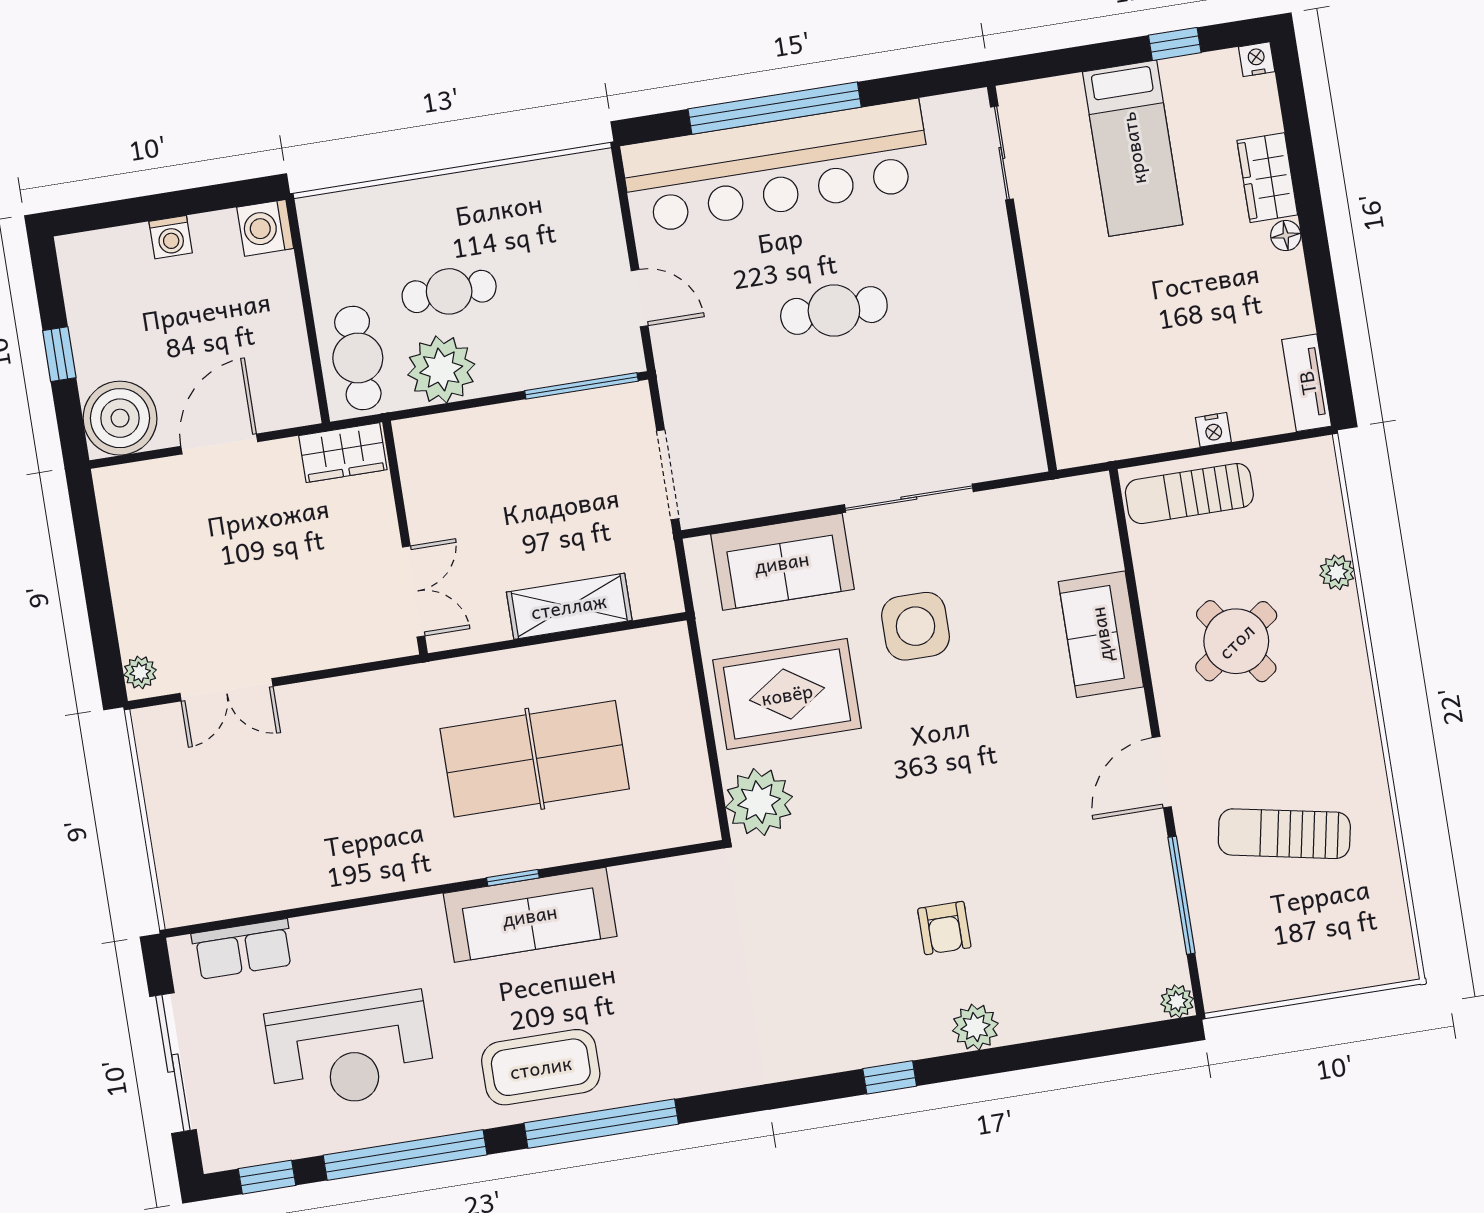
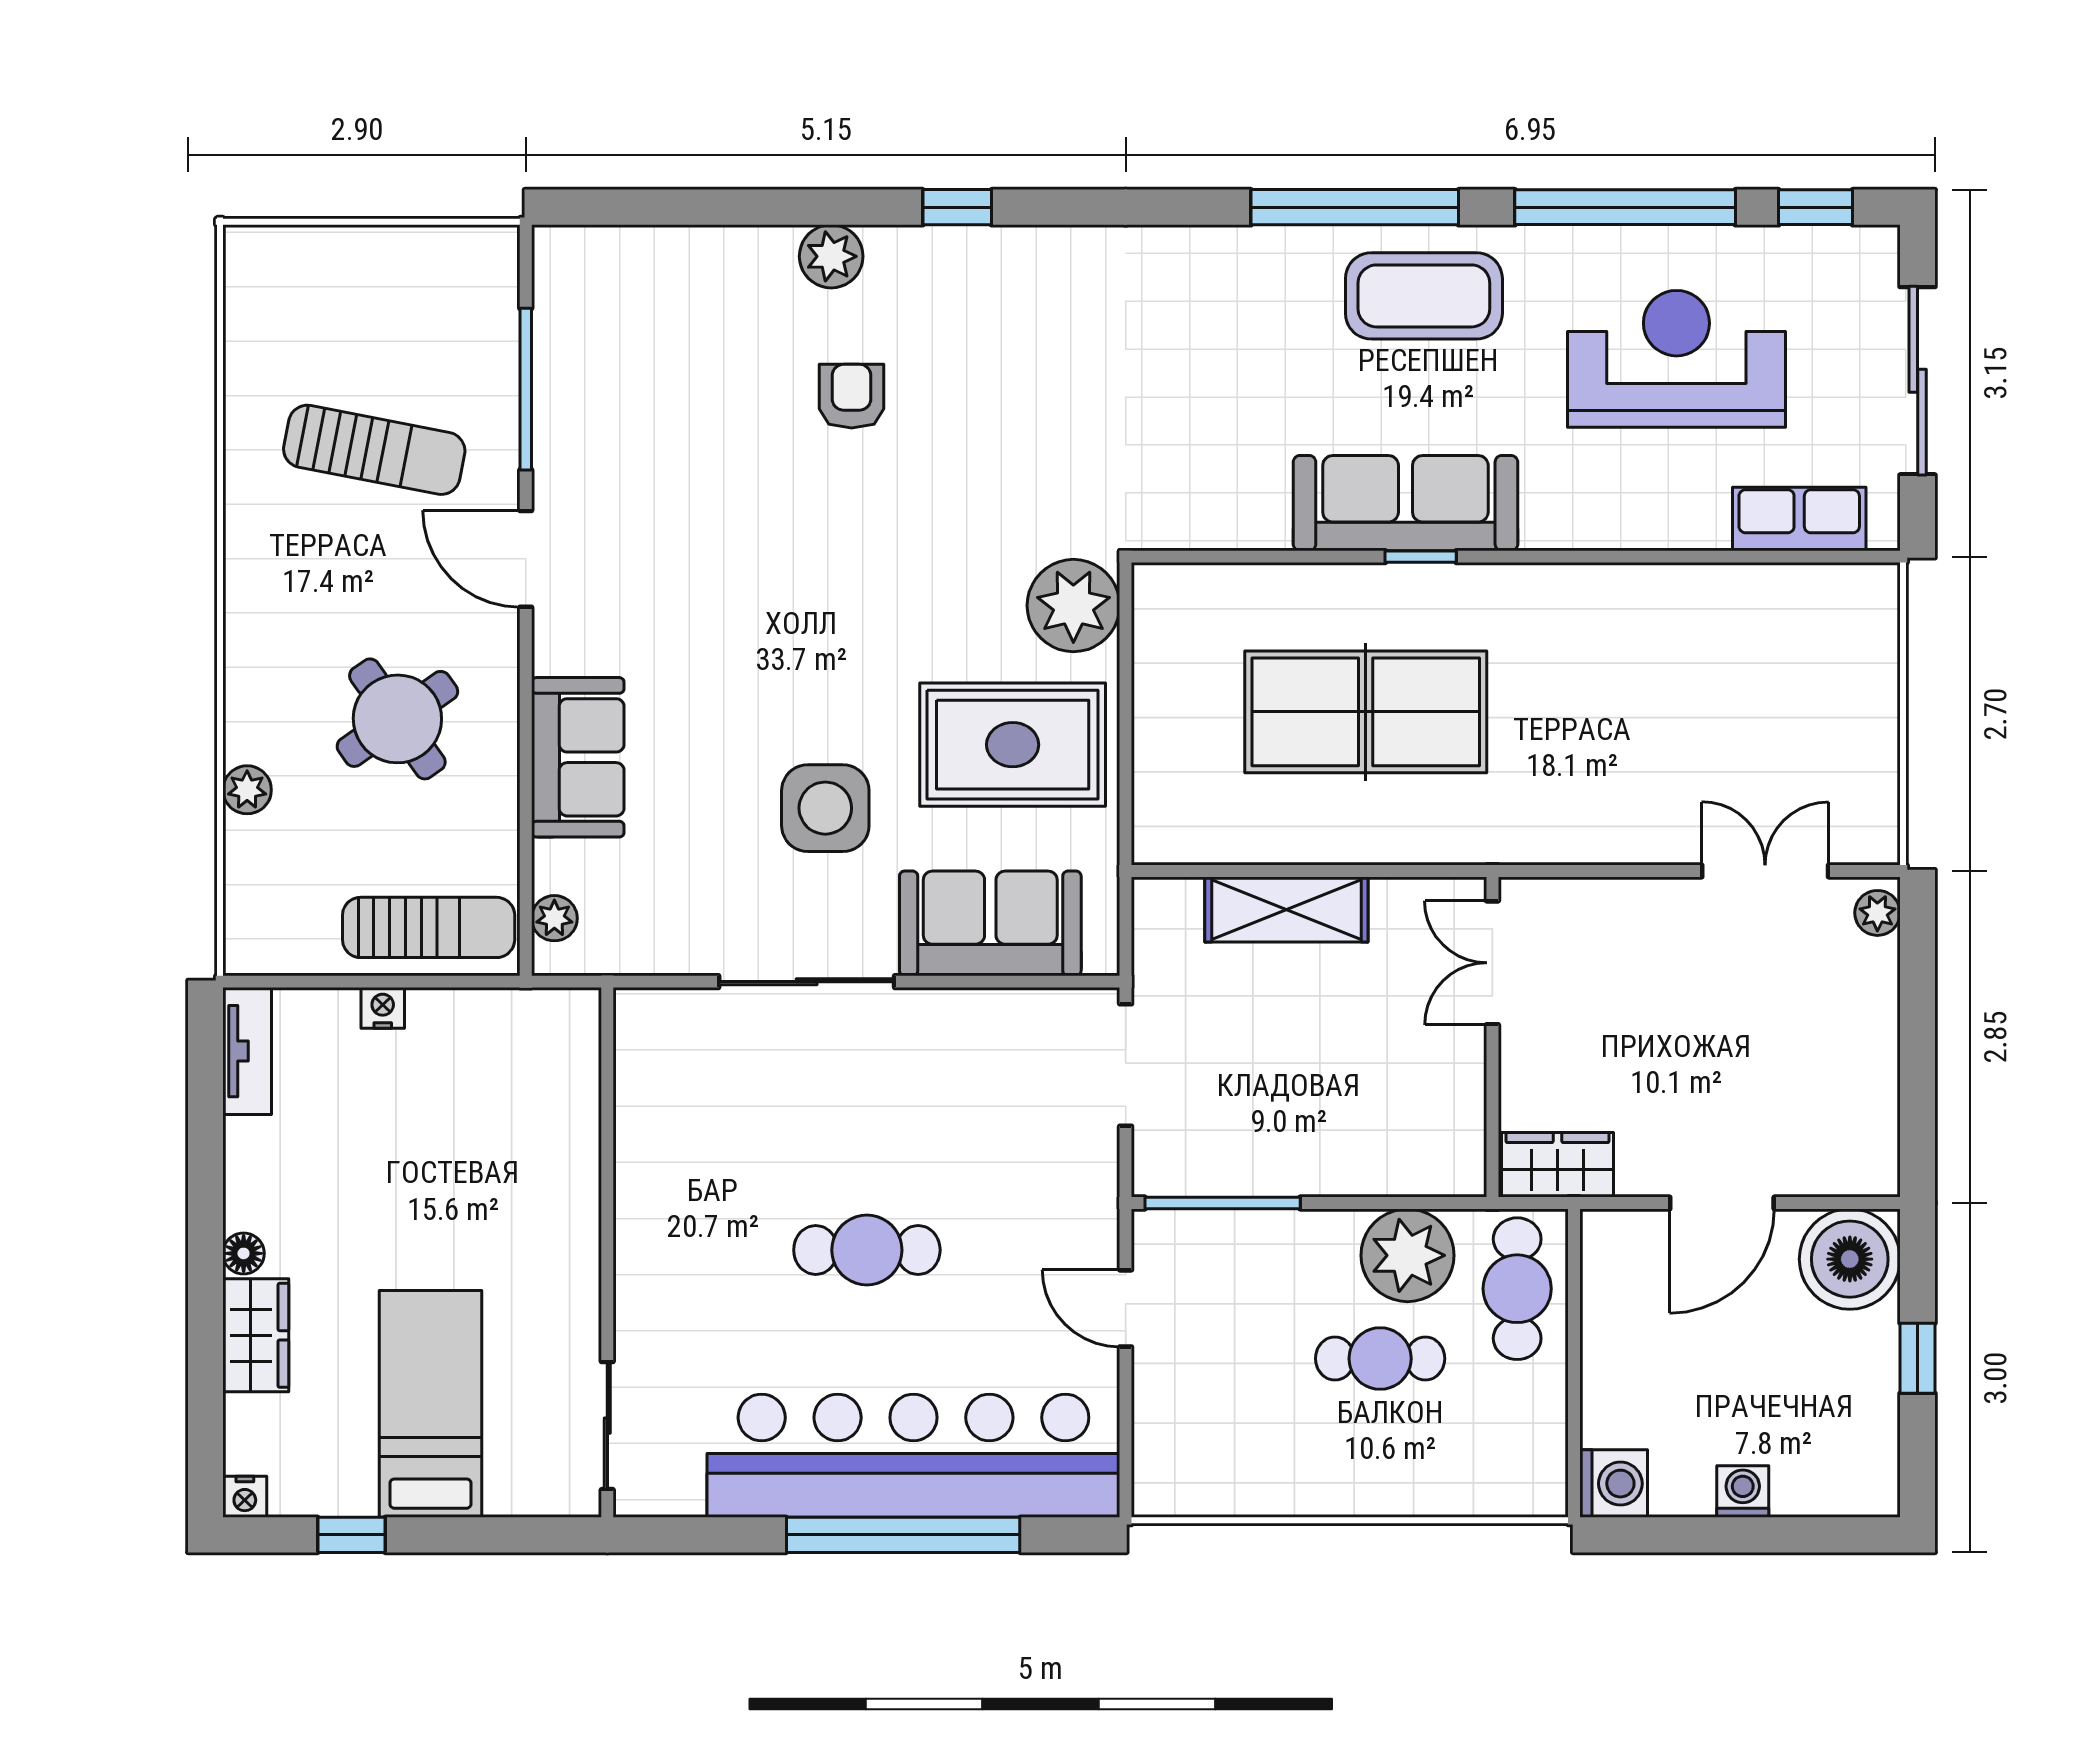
door: (1162, 772) -> (526, 559), swing flipped
plant: (1177, 1001) -> (554, 918), moved

